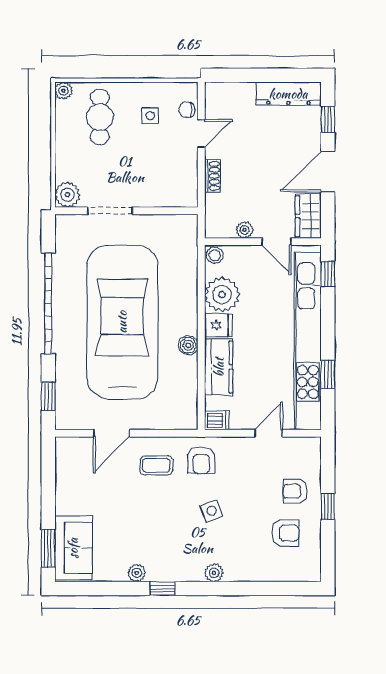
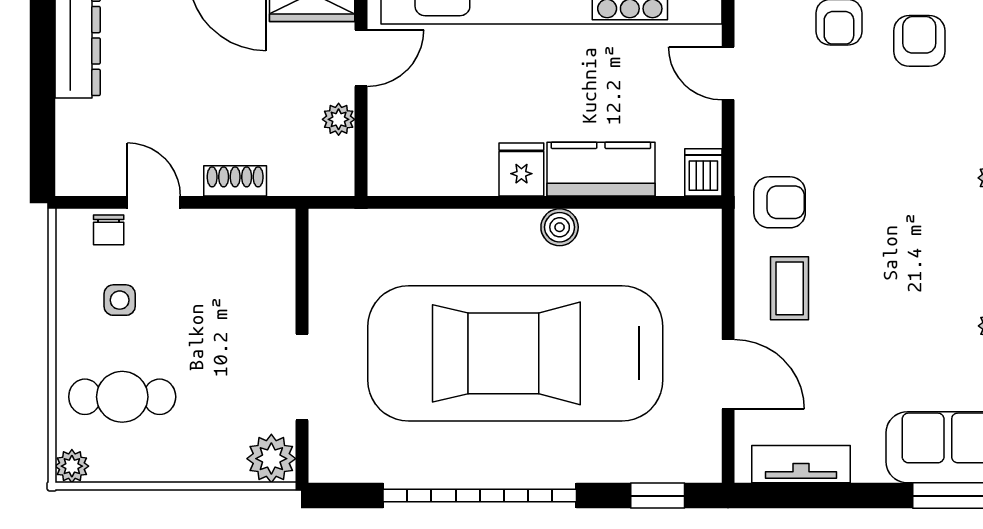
stool: (215, 255) -> (387, 177), removed
plant: (222, 294) -> (462, 162), removed
tv unit: (65, 471) -> (801, 464), added
side table: (212, 511) -> (877, 182), removed

